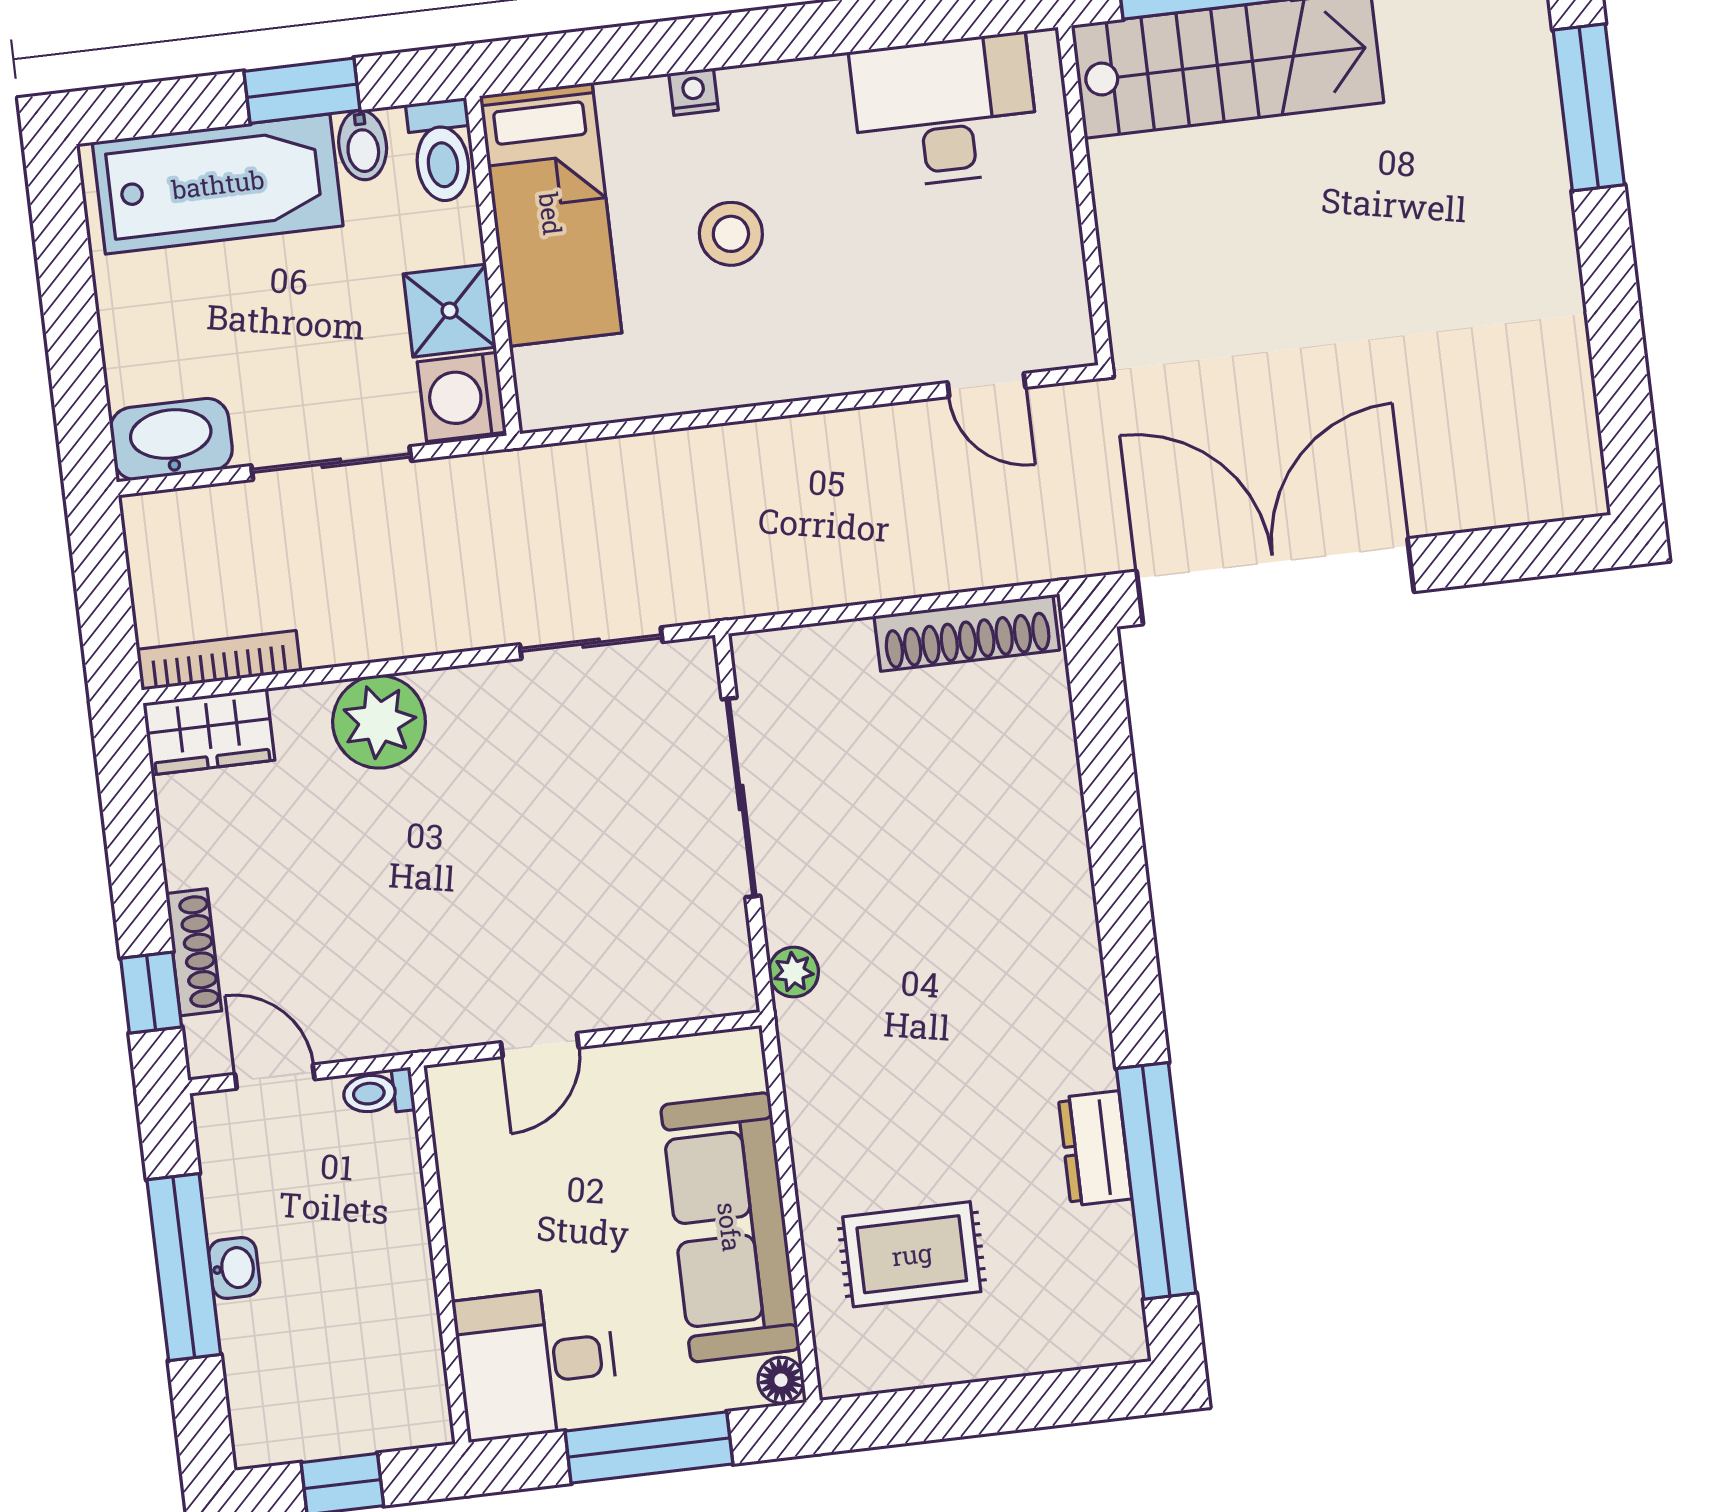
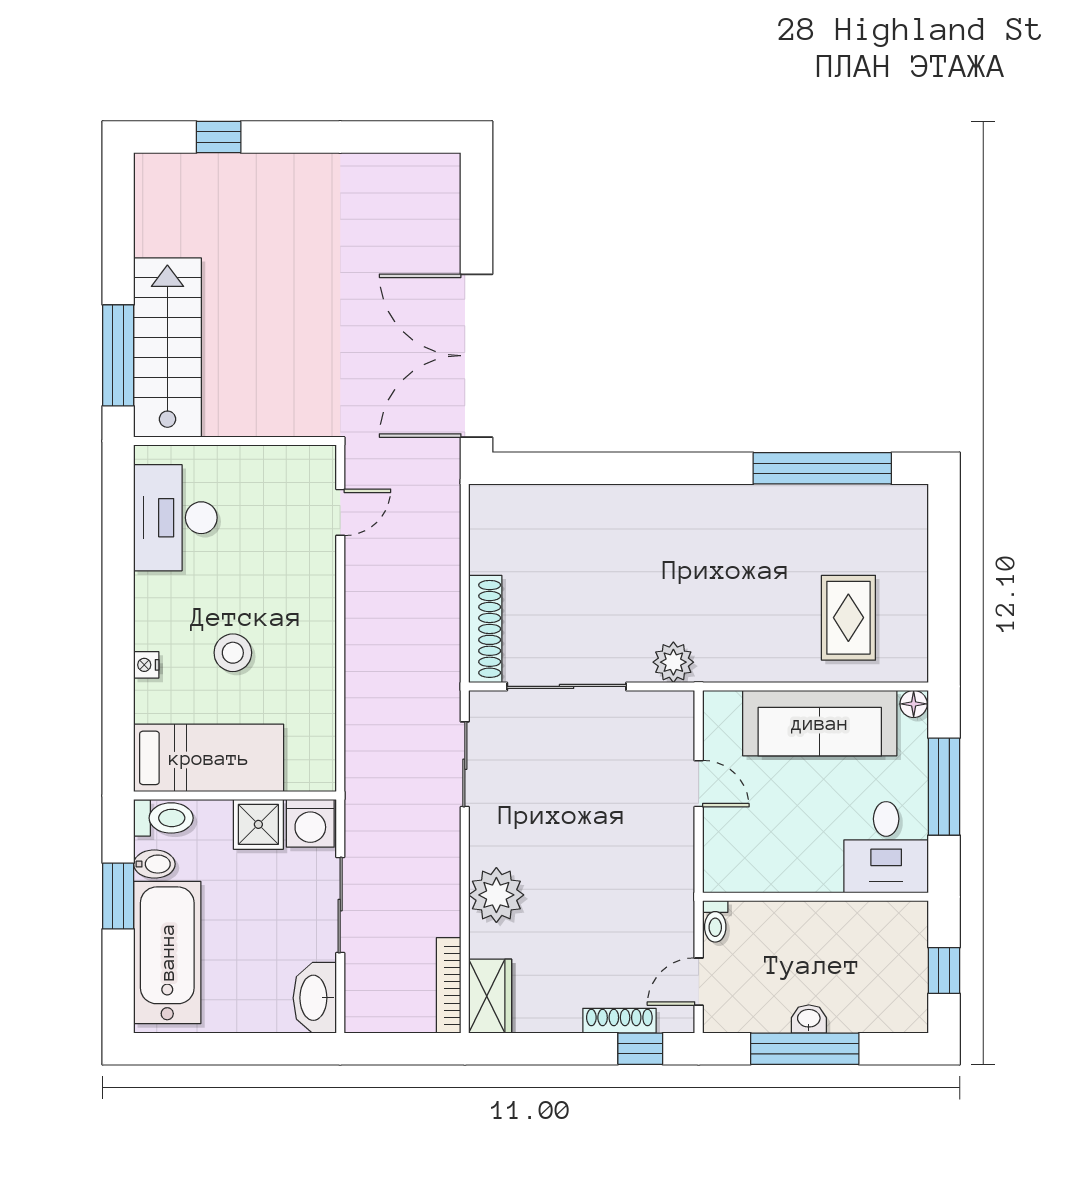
window: (1589, 107) -> (219, 137), width x0.46
shoe rack: (967, 633) -> (485, 629), moved
plant: (794, 972) -> (673, 662), width x1.38, depth x1.38
door: (540, 1045) -> (699, 784), moved
dresser: (1095, 1148) -> (799, 502), removed

